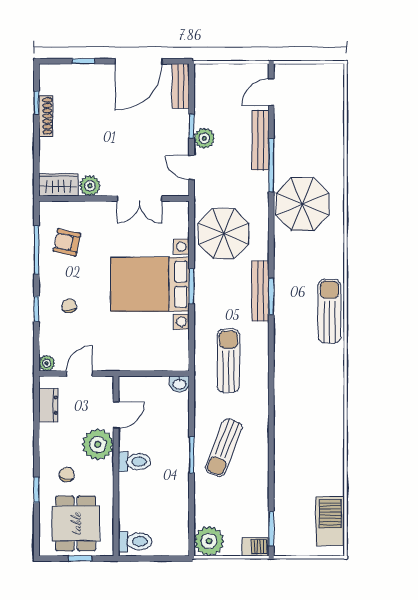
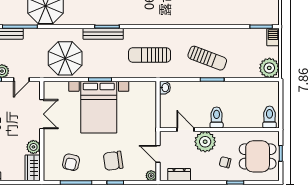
chair: (69, 306) -> (113, 161), width x1.87, depth x1.87

